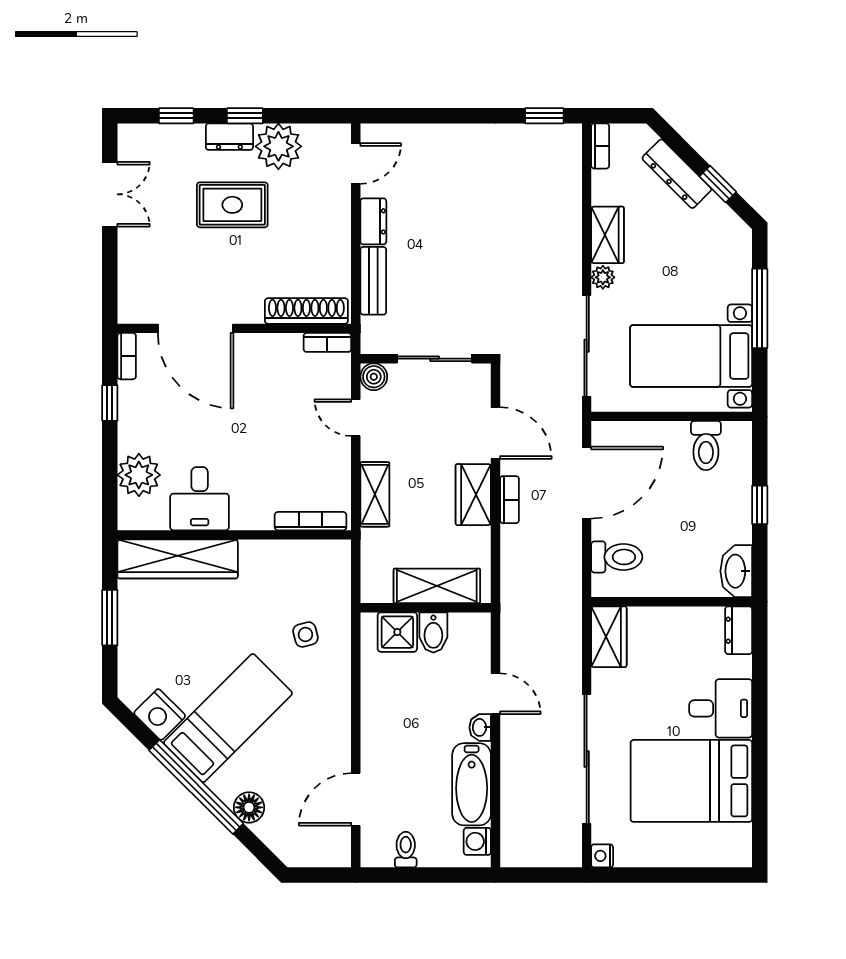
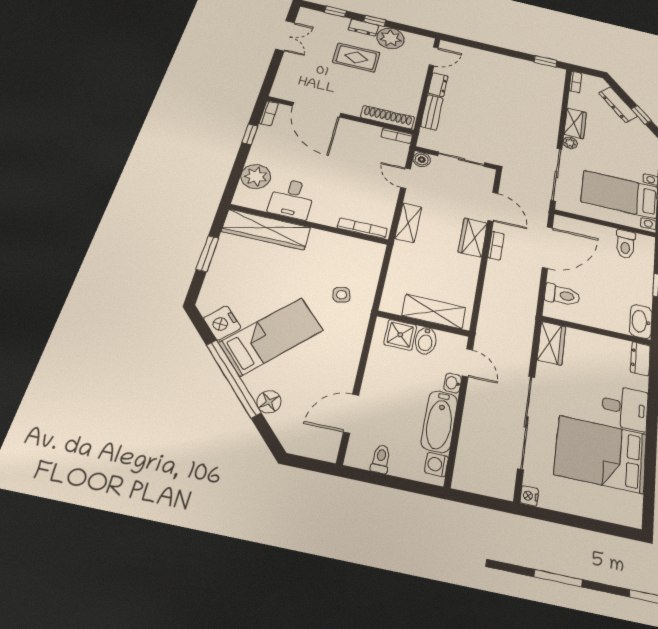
shelving: (437, 586) -> (434, 311), moved
wall: (426, 608) -> (423, 324), moved
shower: (397, 632) -> (400, 335), moved
bidet: (433, 633) -> (426, 341), moved

